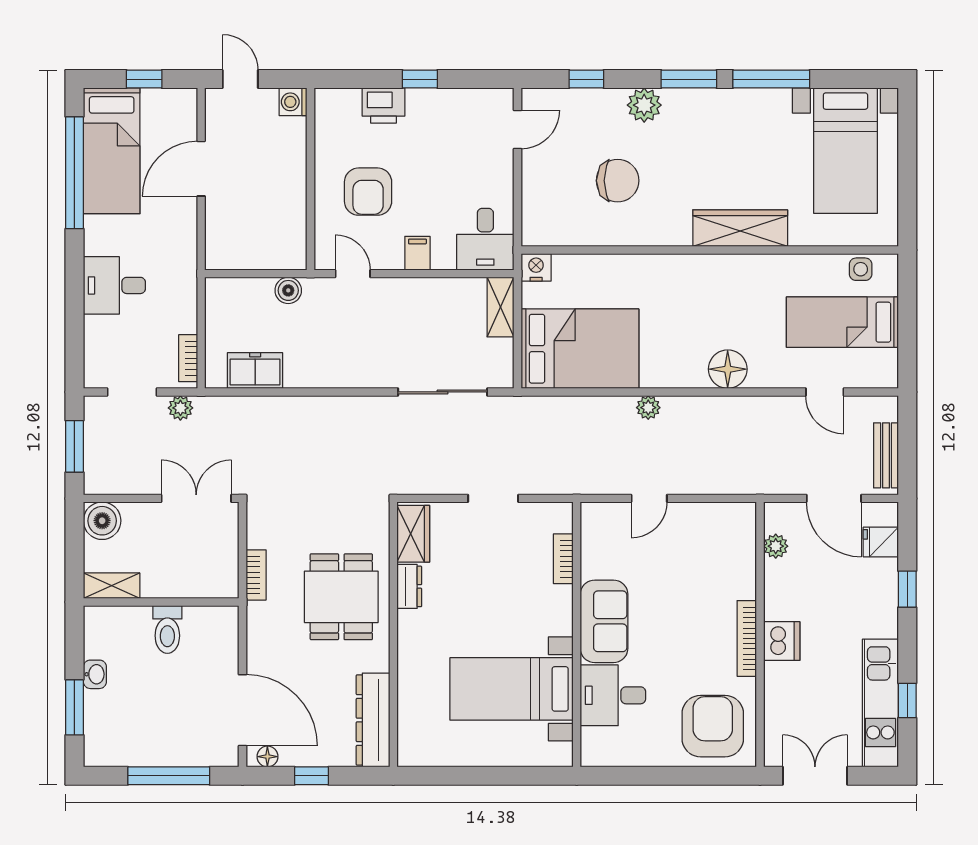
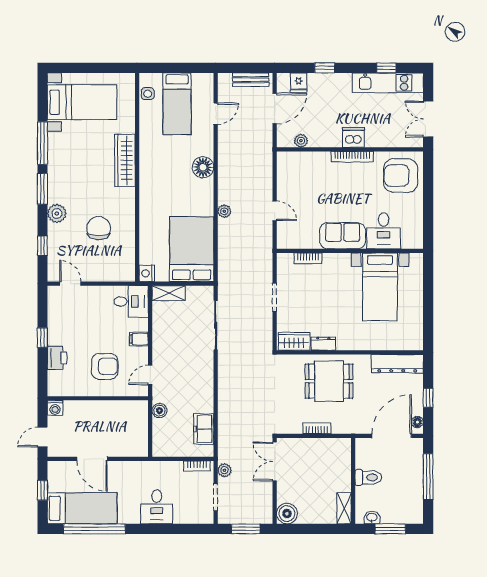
shelving: (112, 586) -> (344, 508), moved
wall: (161, 602) -> (353, 481), moved
toilet: (167, 629) -> (368, 477), moved

